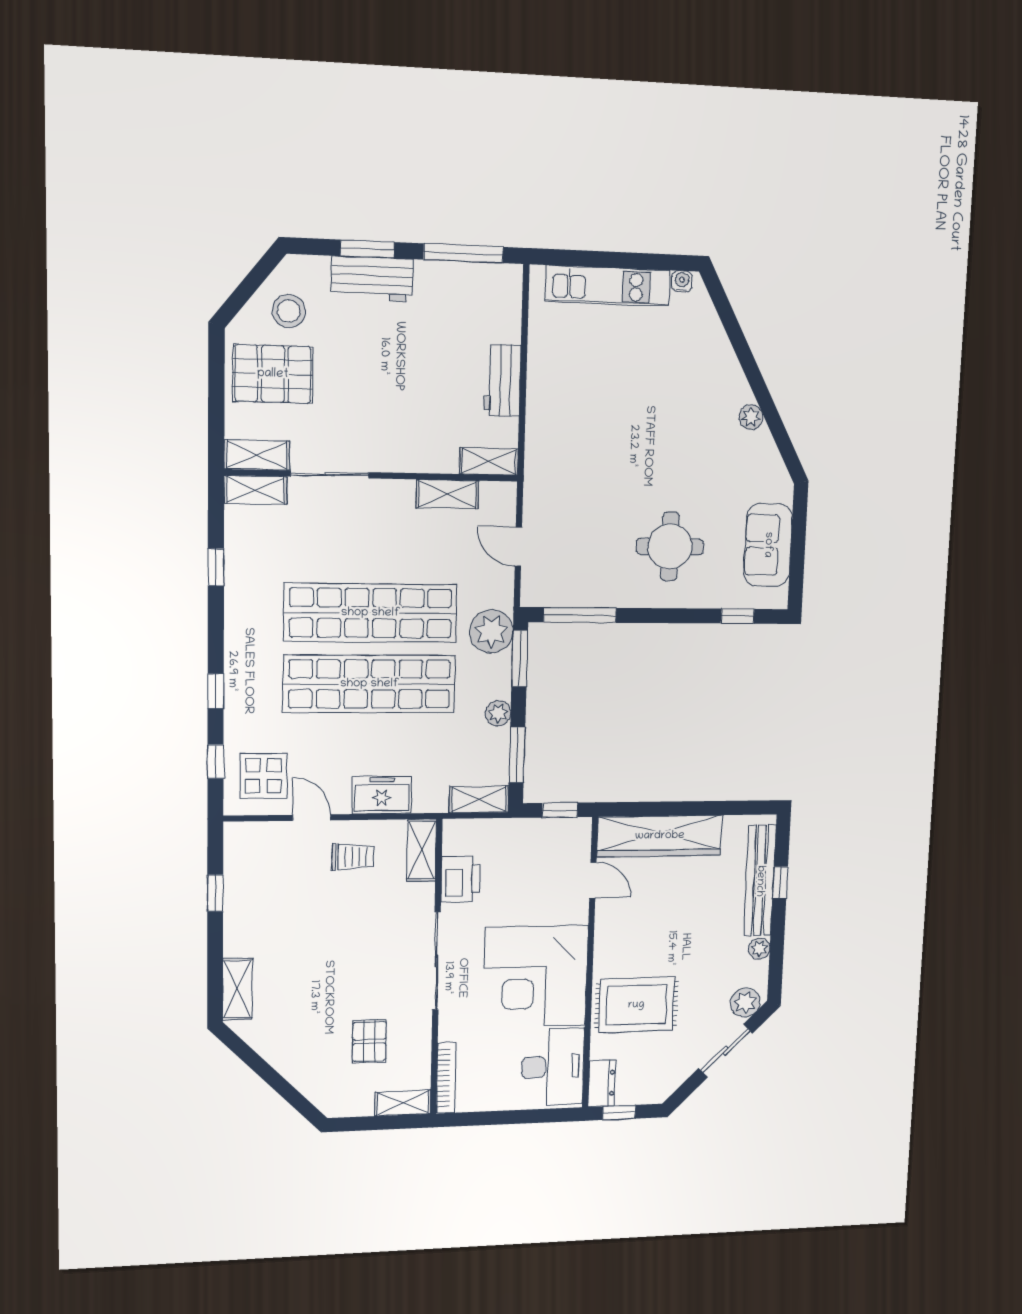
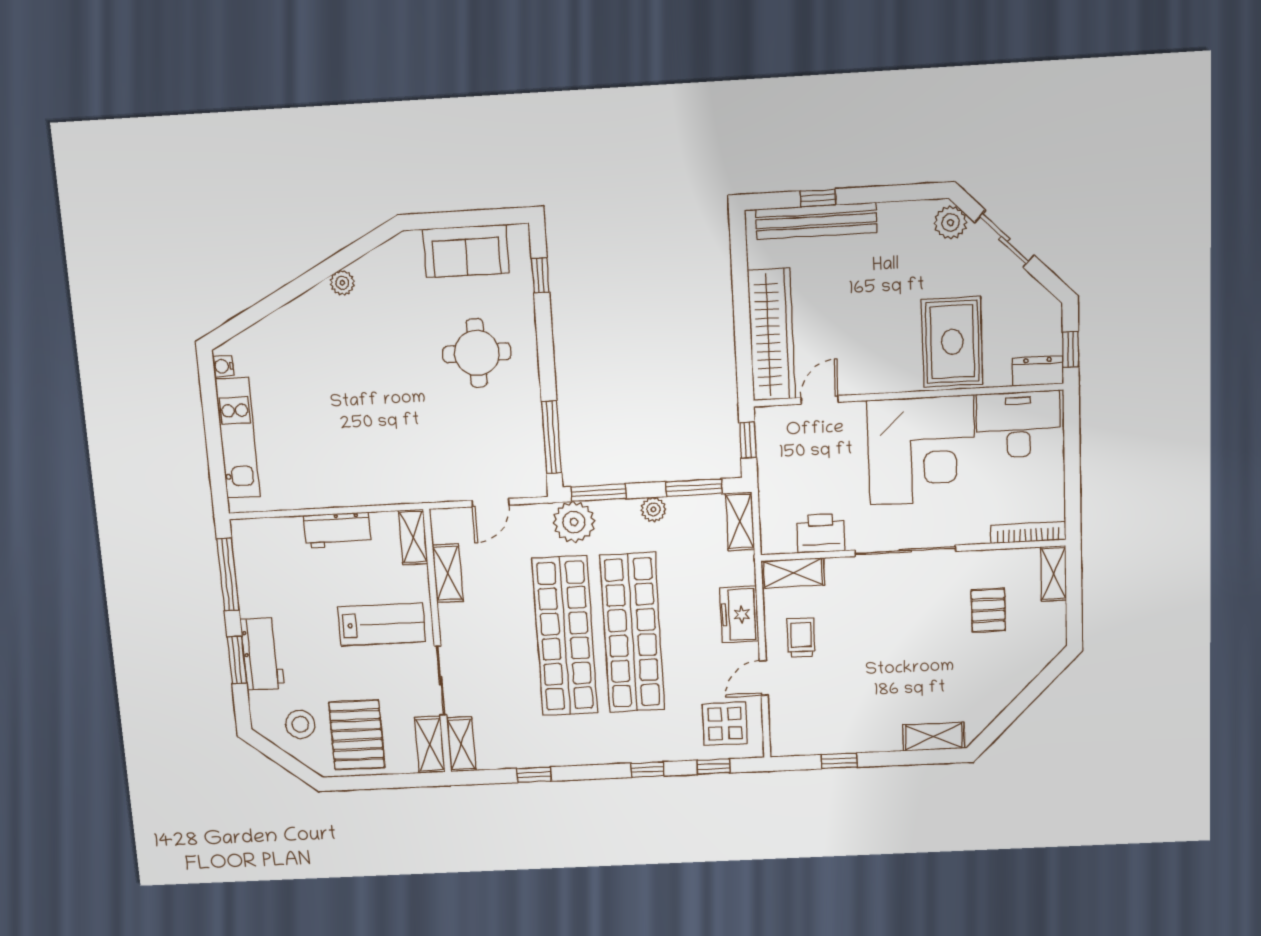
lab bench: (397, 417) -> (382, 624), added
plant: (759, 949) -> (891, 213), removed
pallet: (369, 1041) -> (988, 610), turned 90

